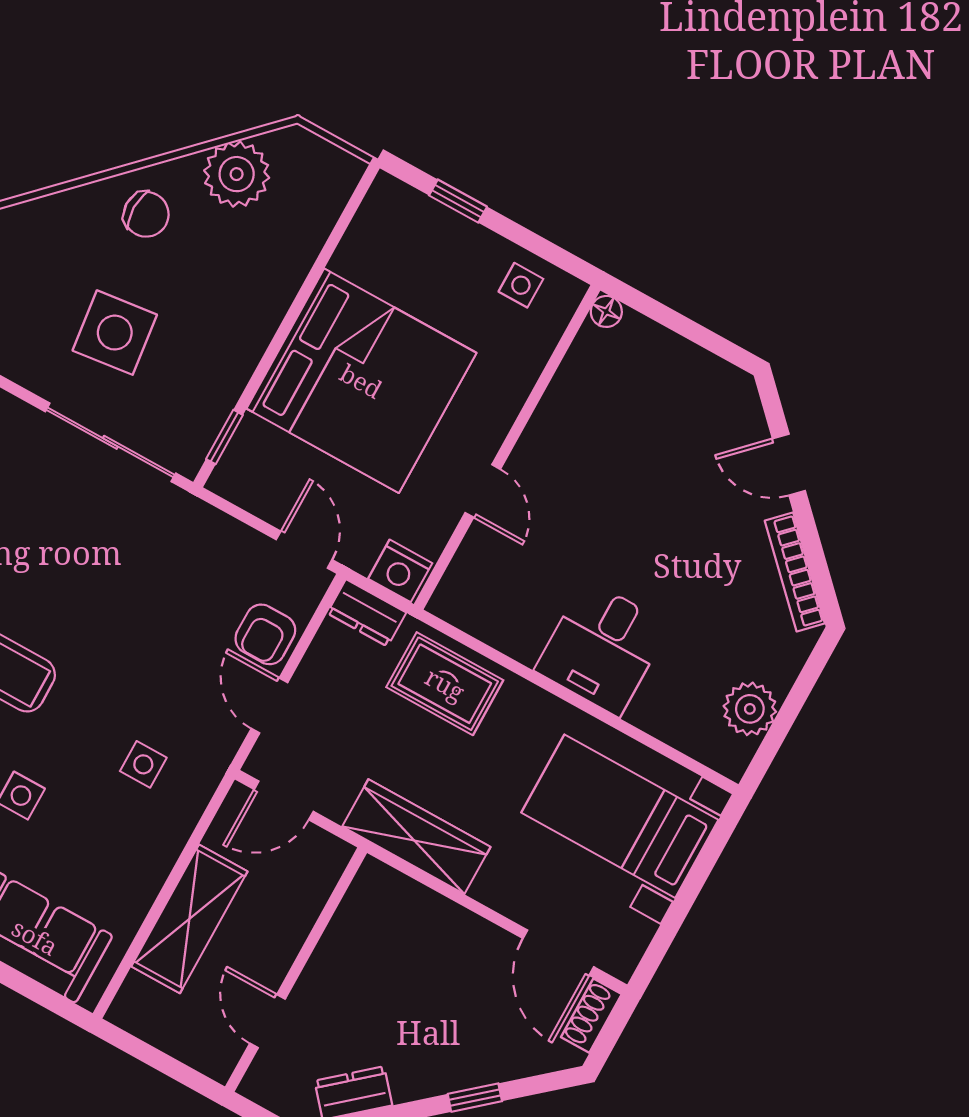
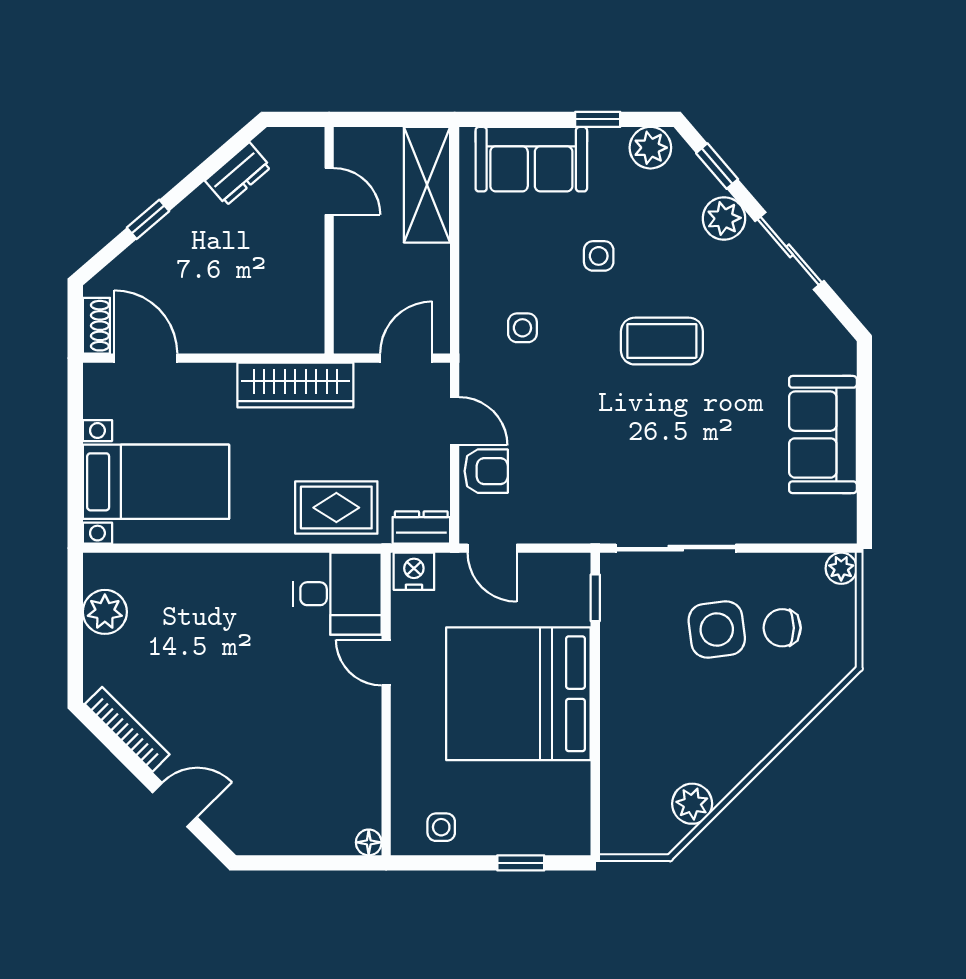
plant: (237, 174) -> (692, 804), width x0.73, depth x0.73
chair: (146, 214) -> (782, 628), moved
armchair: (265, 634) -> (486, 471), turned 90
desk: (602, 648) -> (337, 594), moved, turned 90
shelving: (189, 919) -> (427, 185), moved

